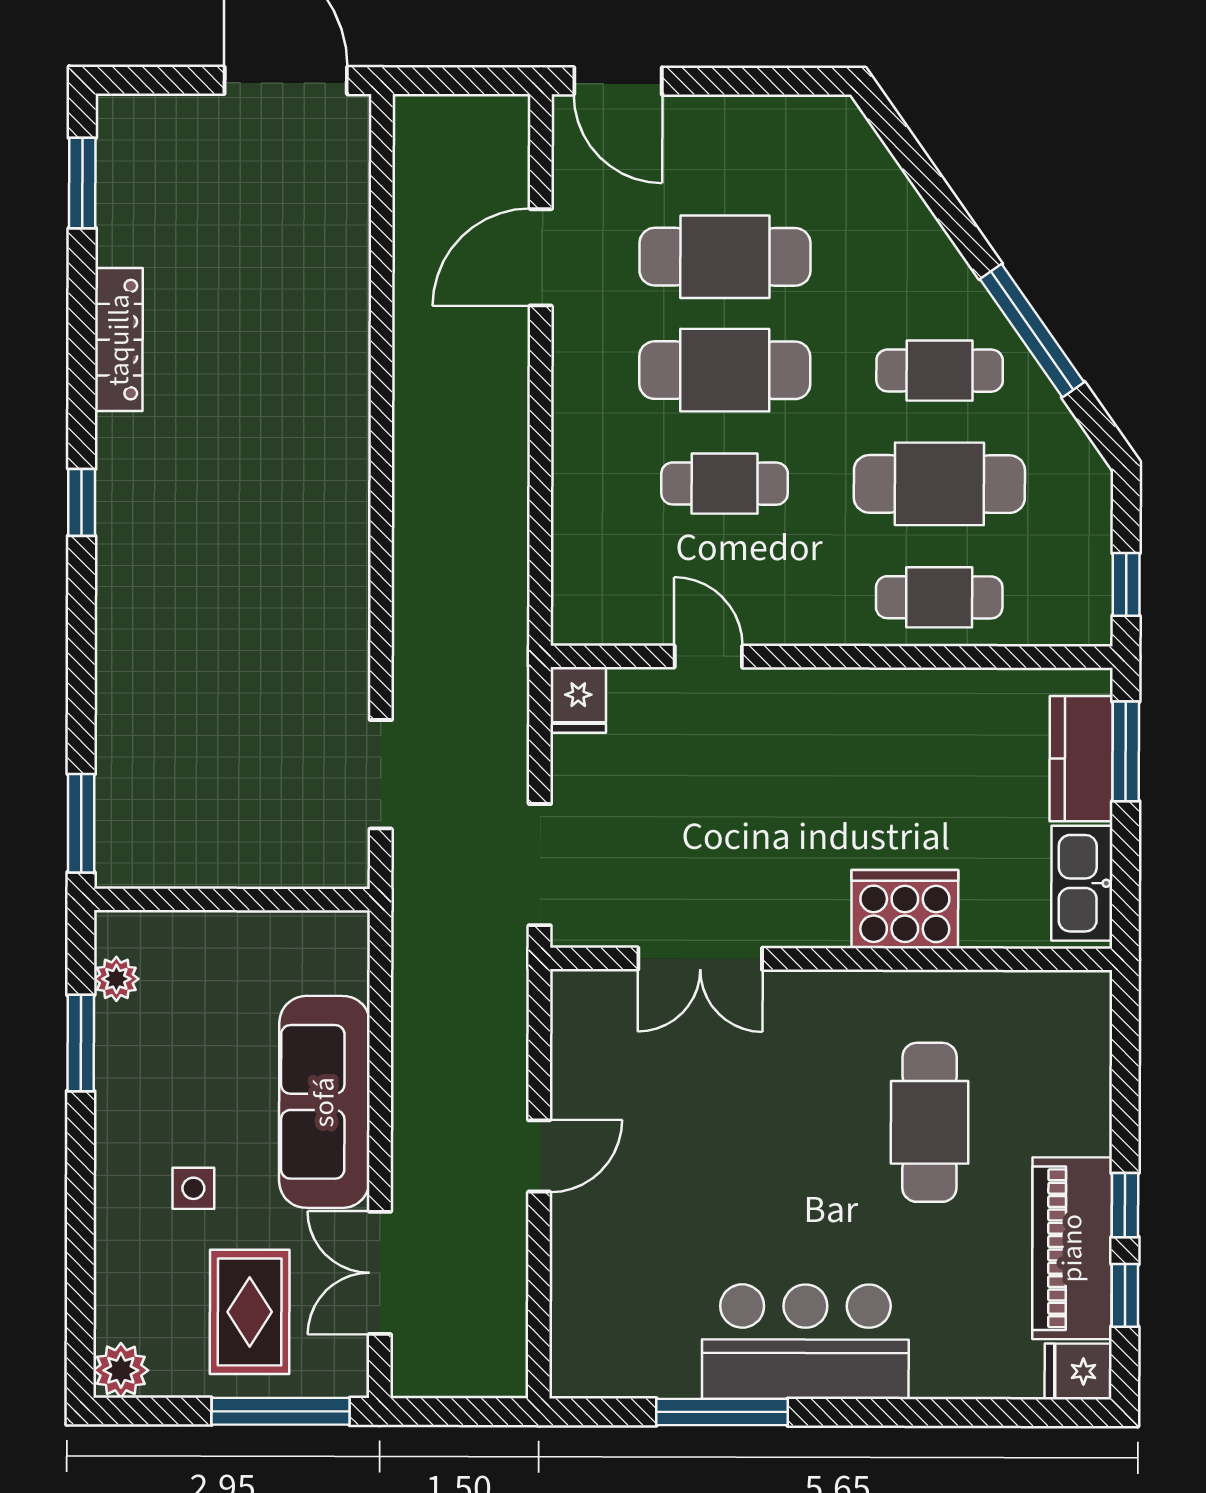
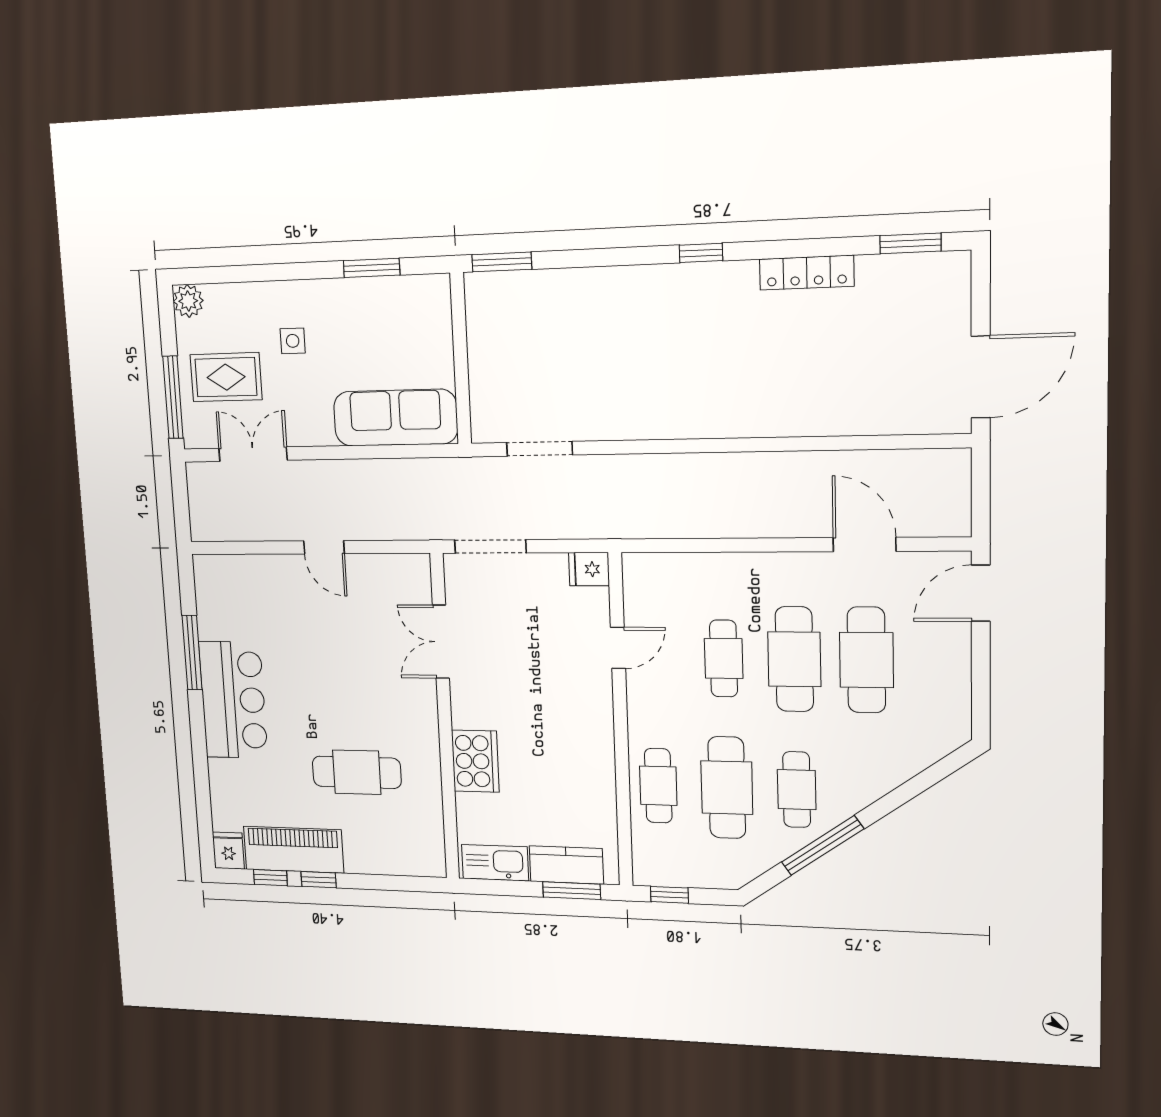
plant: (116, 979) -> (410, 288), removed
sofa: (324, 1102) -> (395, 418), moved

